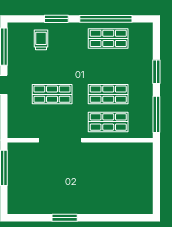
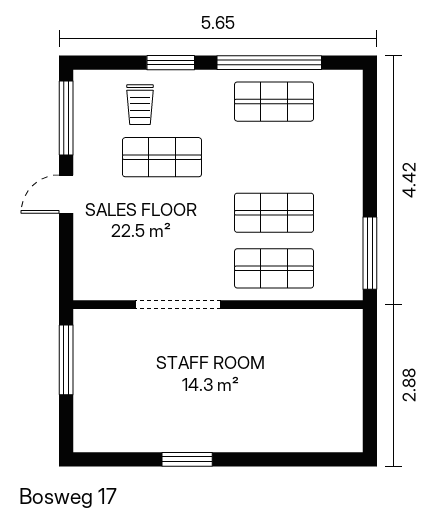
trolley: (41, 40) -> (140, 105), turned 180
window: (156, 72) -> (370, 168), removed
shop shelf: (52, 94) -> (162, 157), moved

